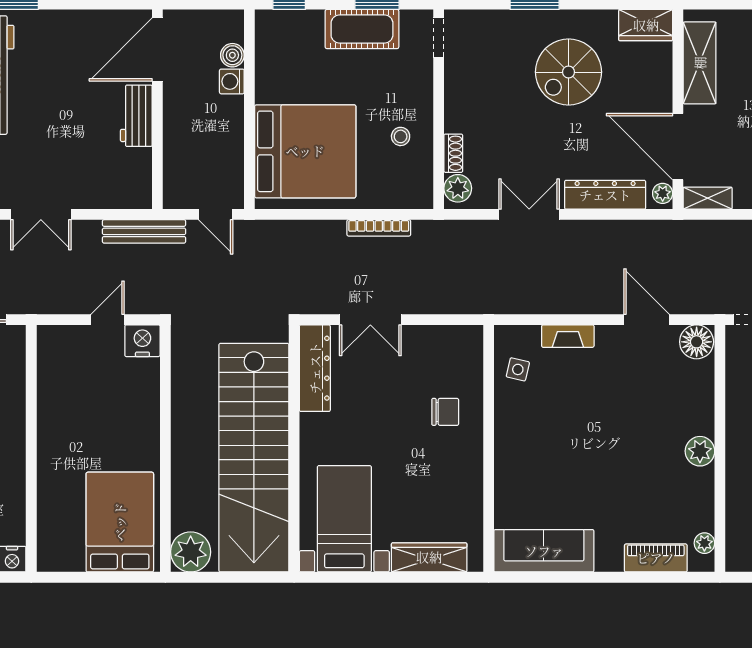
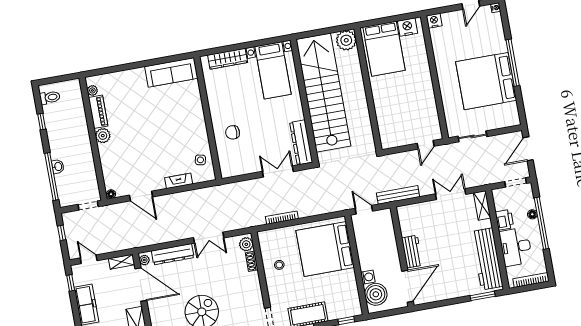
boiler: (232, 55) -> (376, 294), width x1.86, depth x1.86
door: (108, 320) -> (426, 145), moved
nightstand: (142, 341) -> (407, 27), moved, turned 180
floor lamp: (697, 342) -> (111, 194), width x0.53, depth x0.53
piano: (656, 558) -> (98, 112), moved, turned -90

